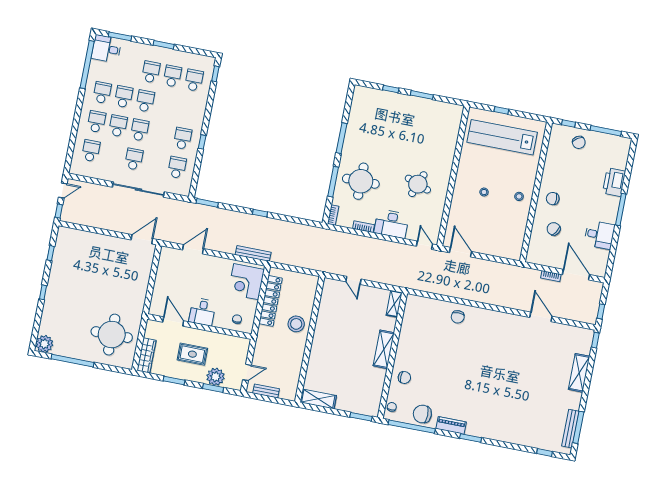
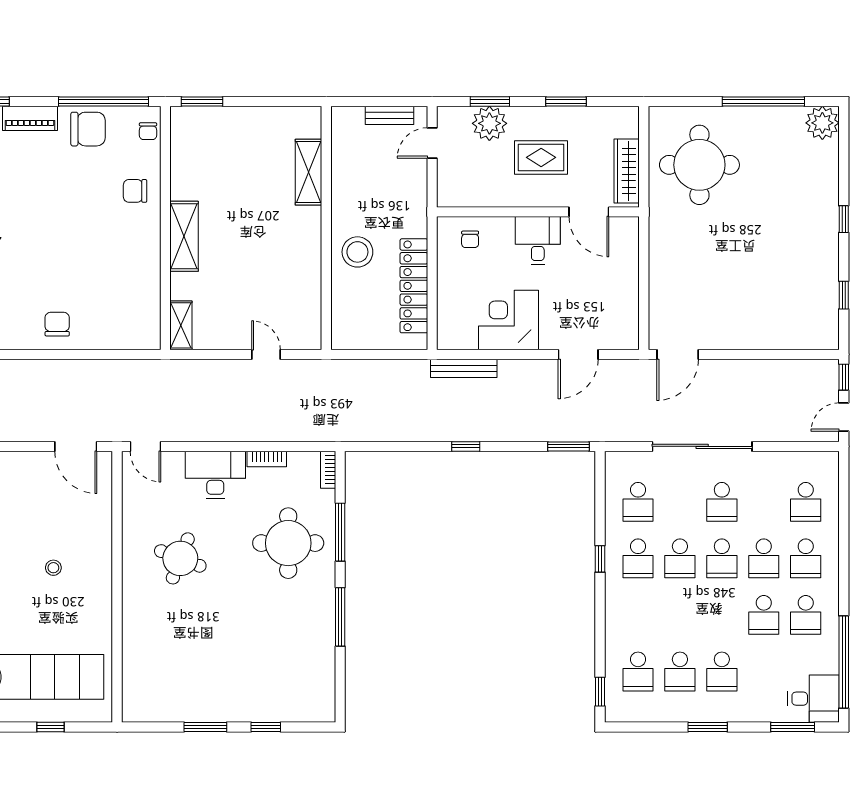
school desk: (145, 101) -> (680, 558), moved
corner desk: (246, 282) -> (508, 320), moved, turned -90
wardrobe: (146, 355) -> (627, 171), moved
shelving: (318, 399) -> (309, 172), moved, turned 90

